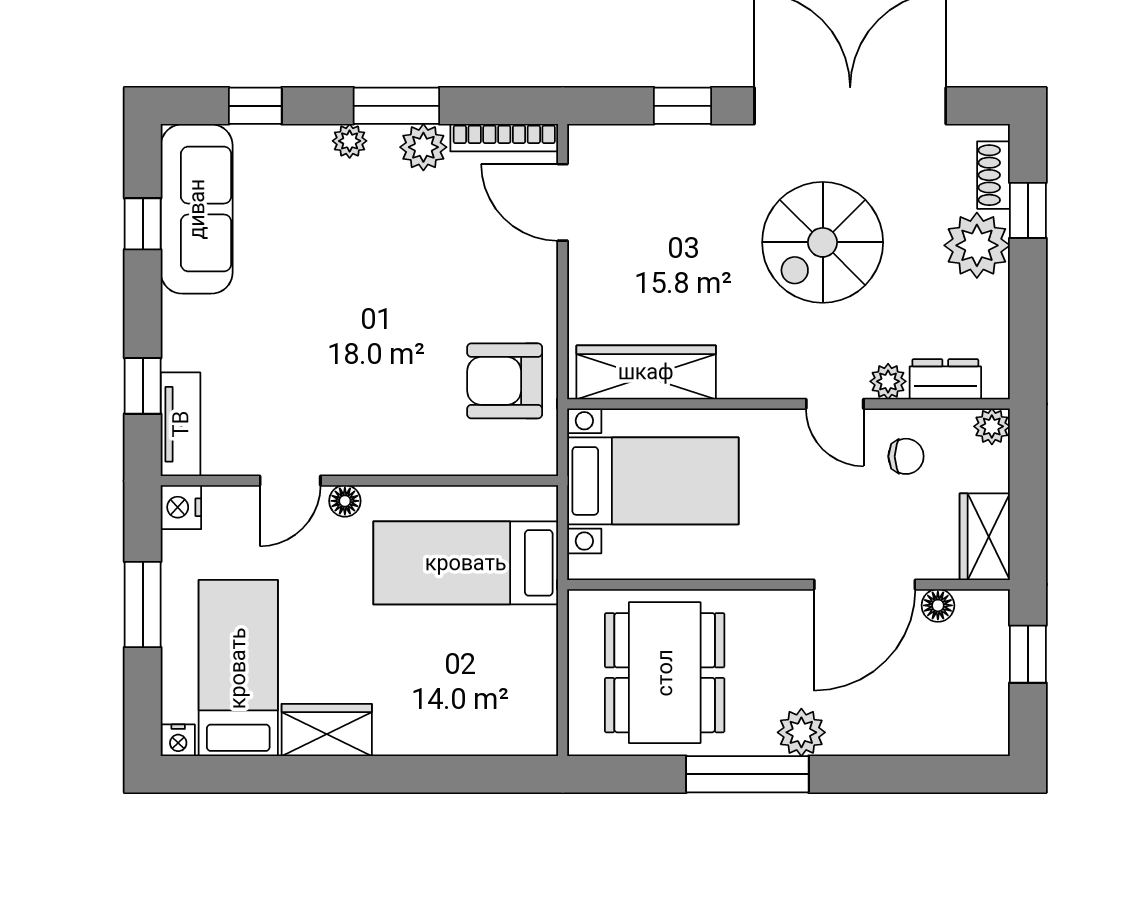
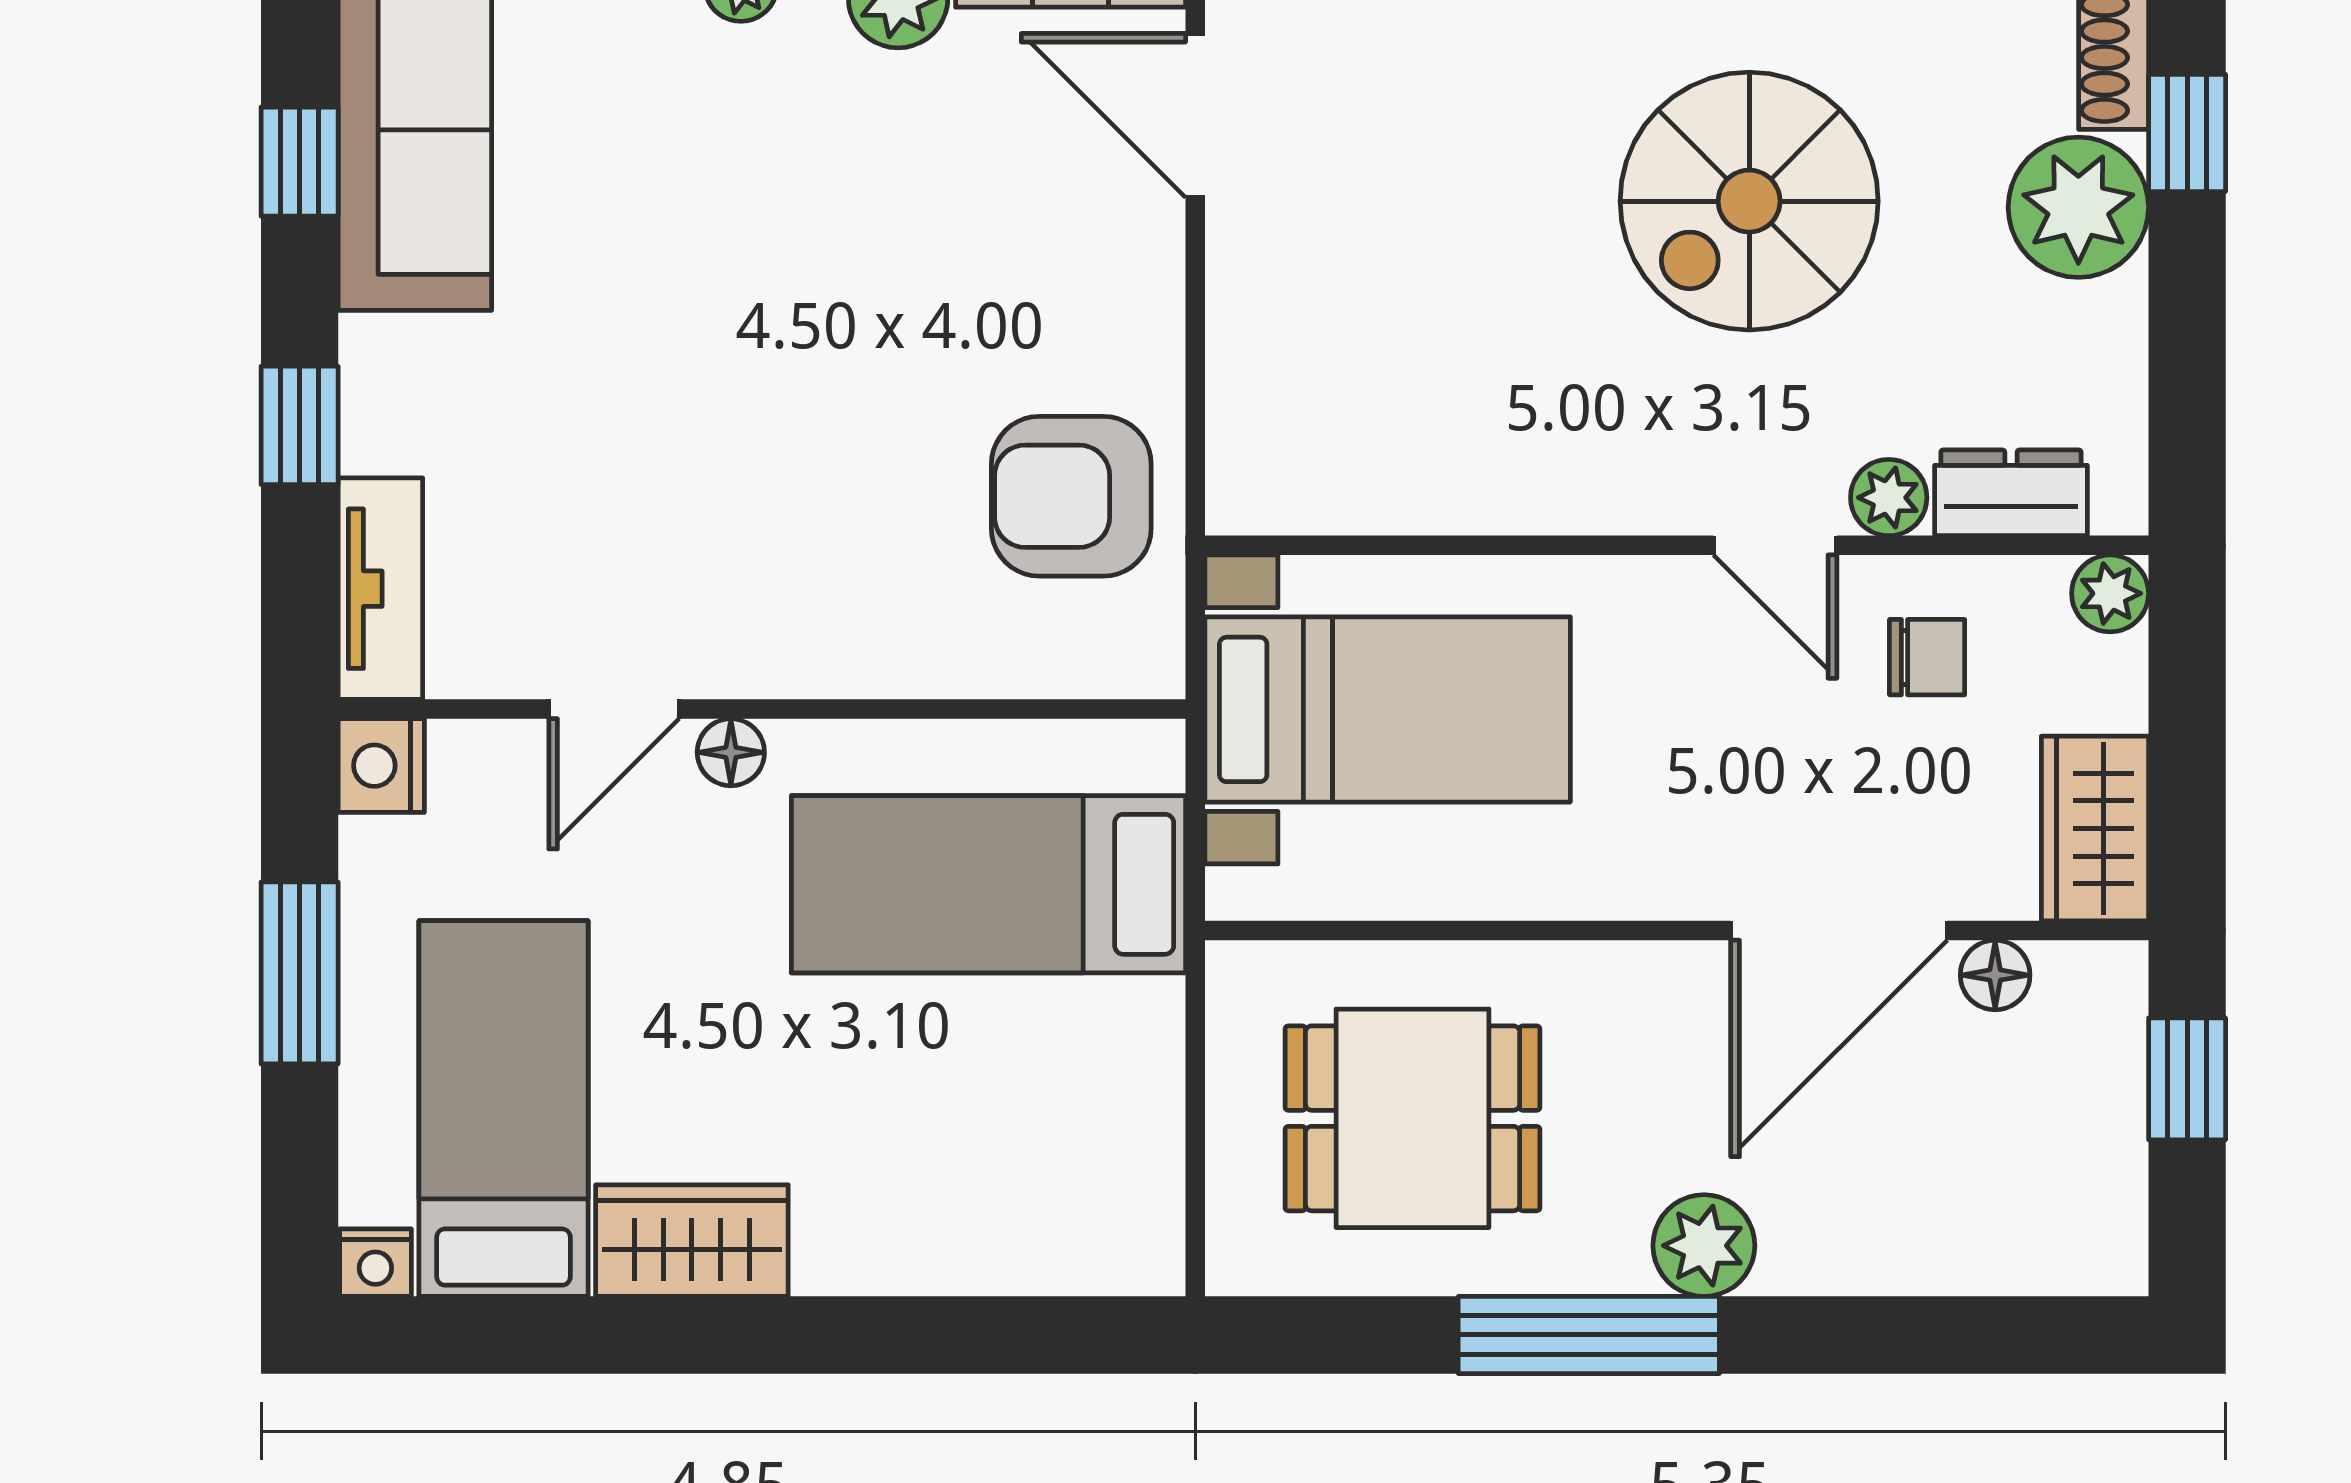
wardrobe: (646, 372) -> (1373, 478), removed
window: (143, 386) -> (300, 425), moved
dining table: (665, 673) -> (1413, 1118), width x0.73

